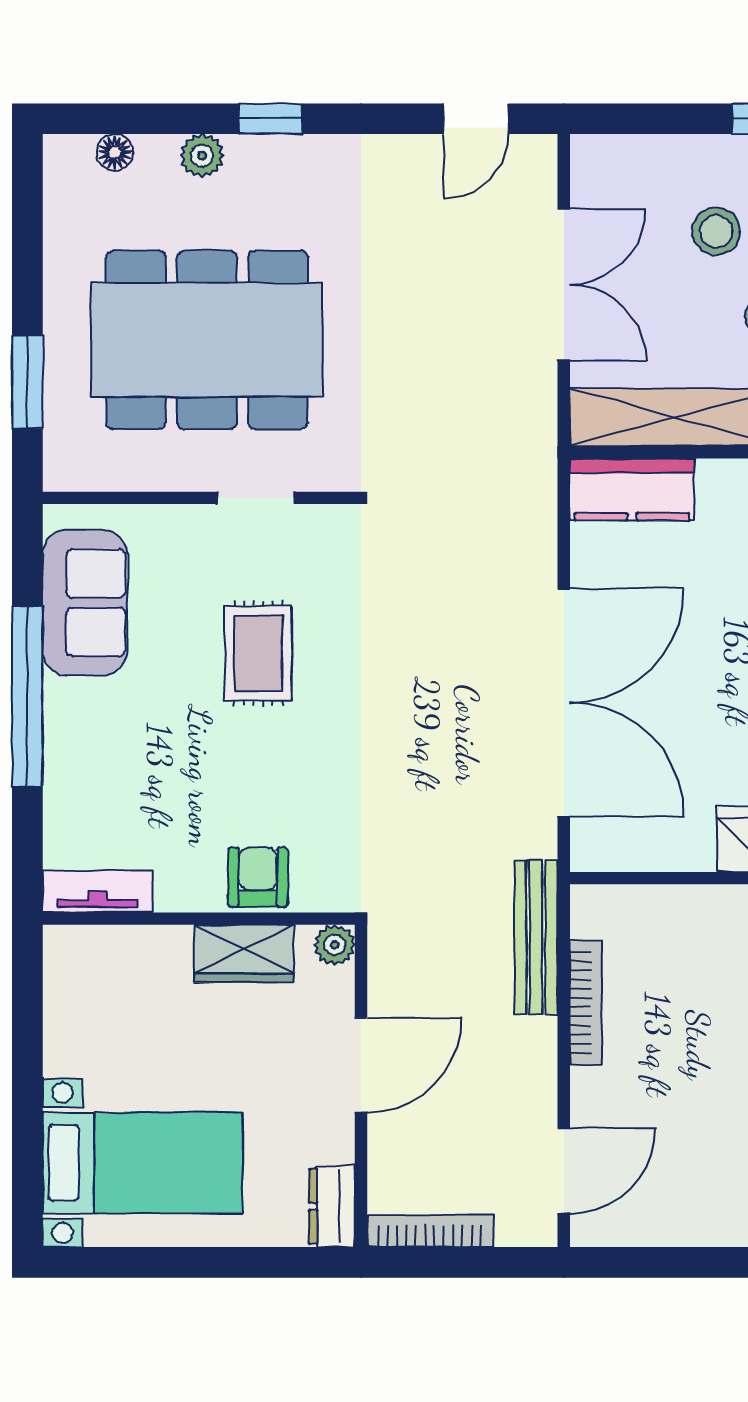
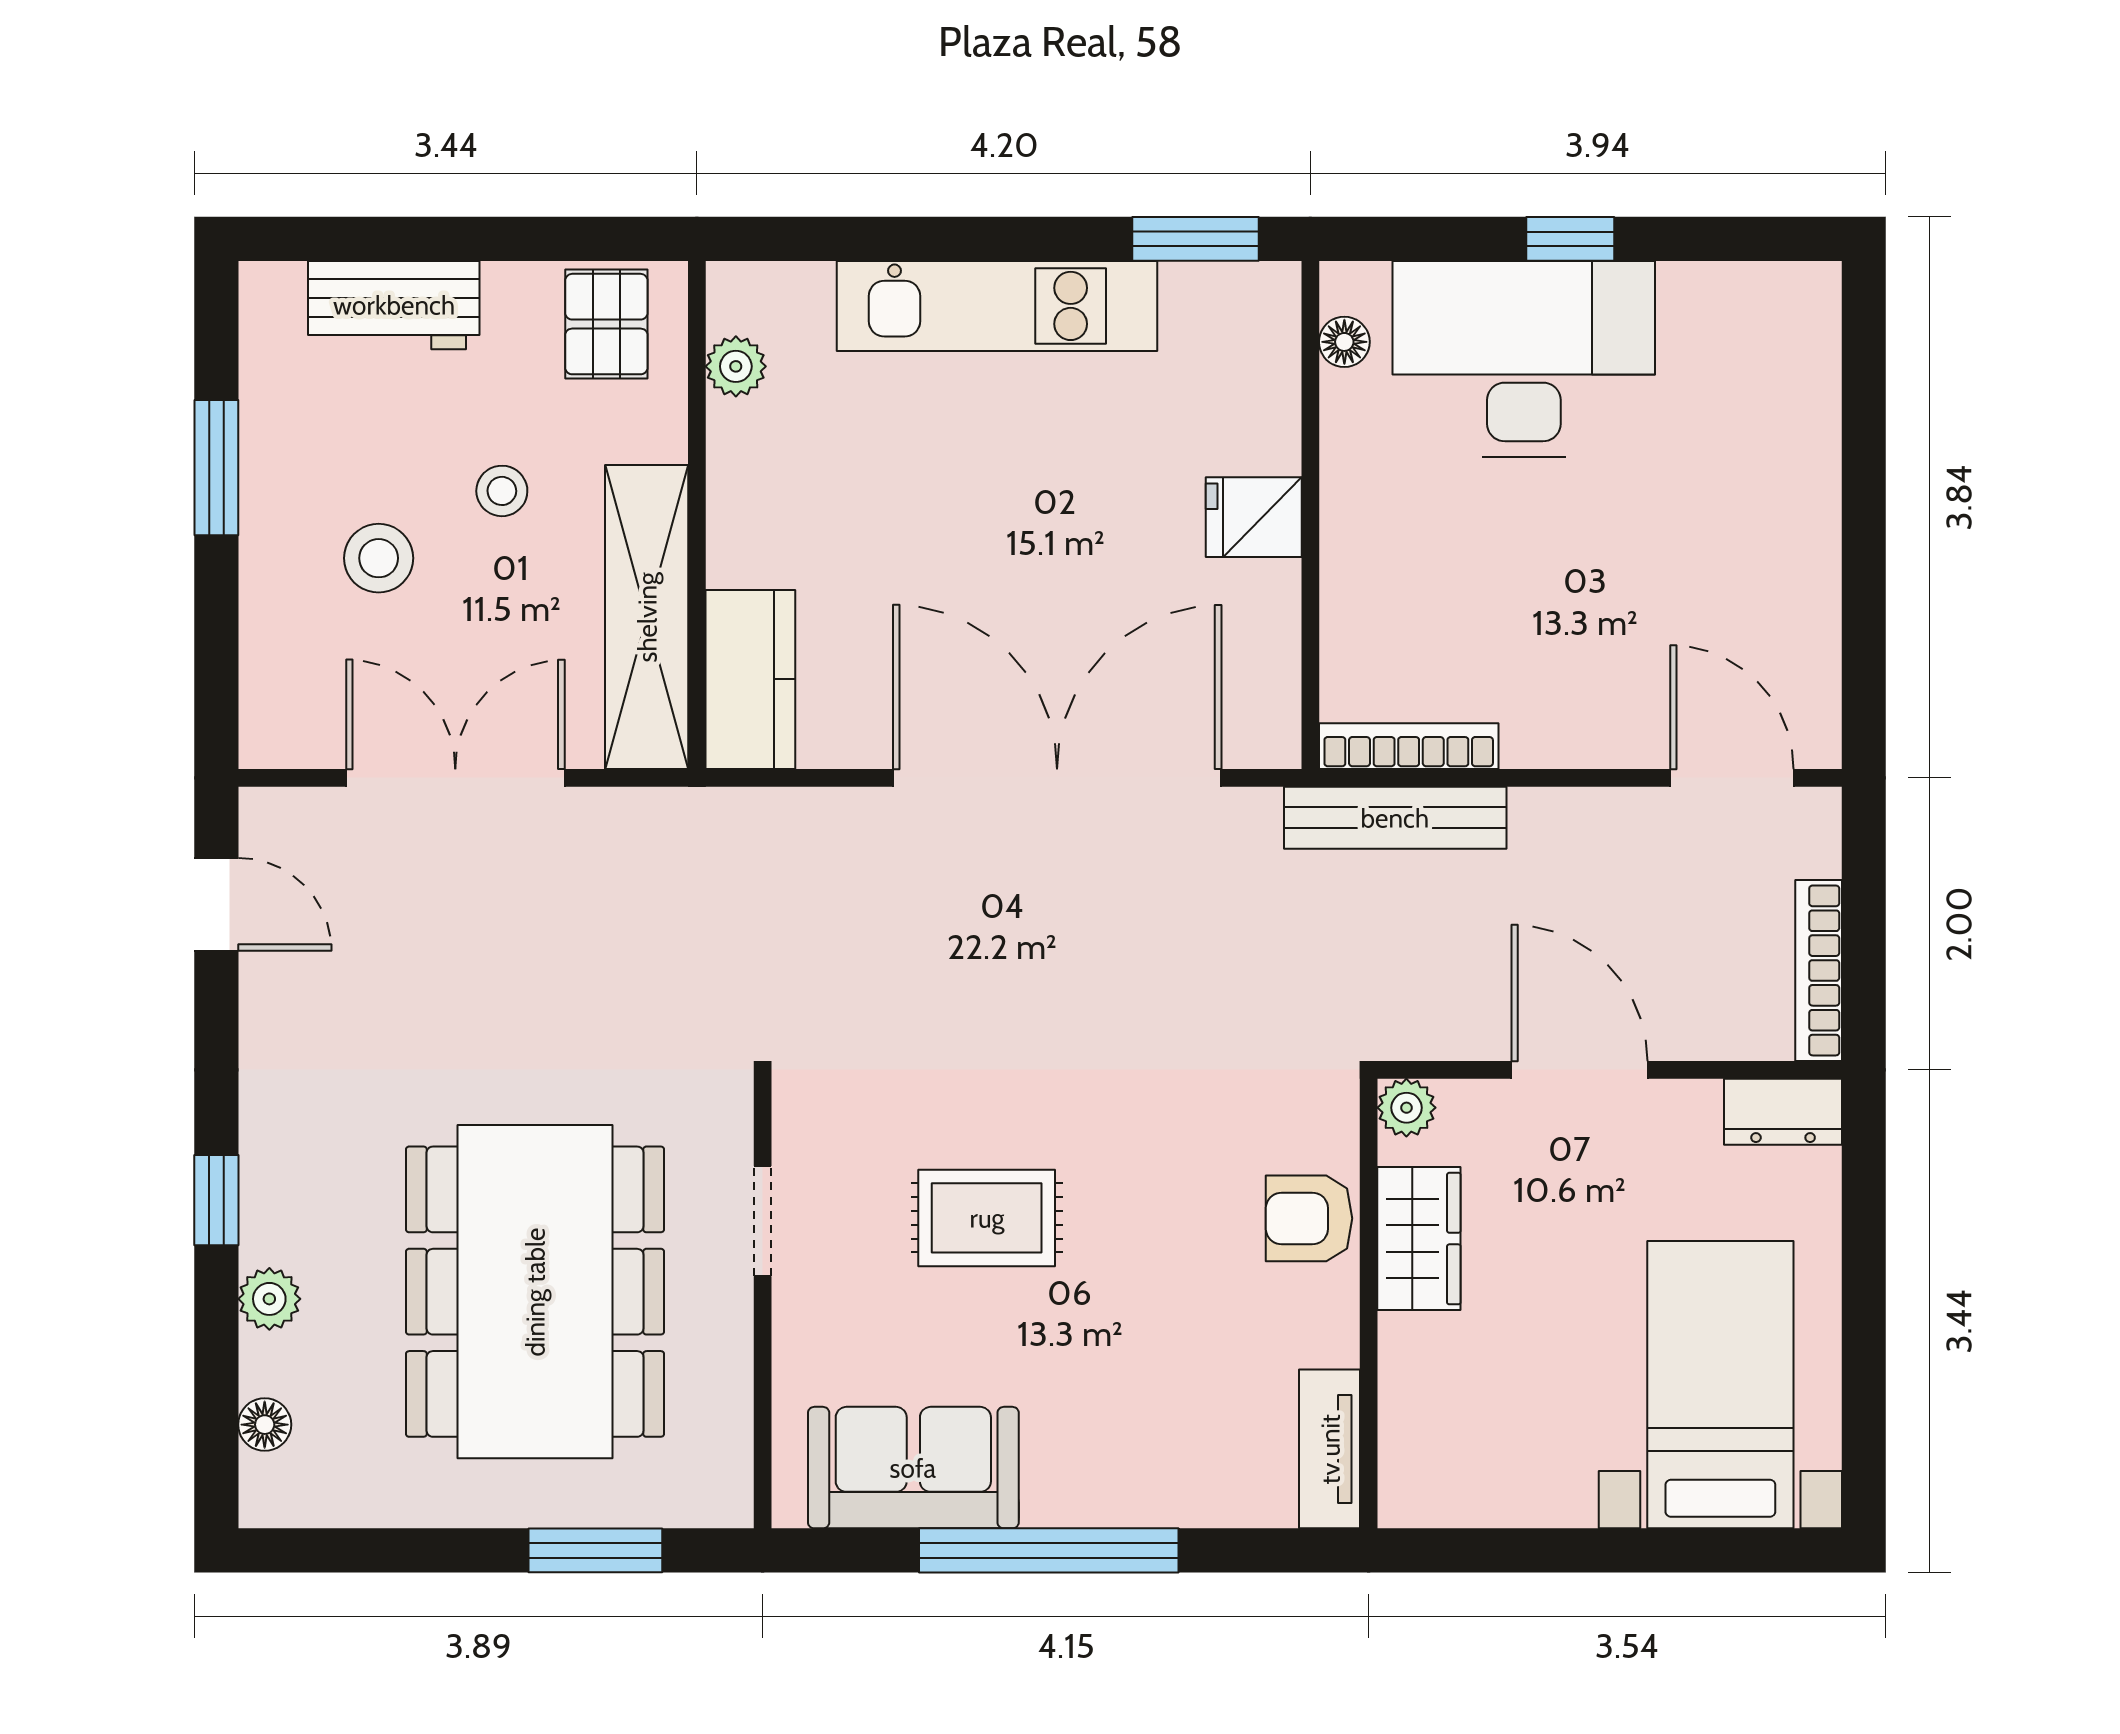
bookcase: (586, 1002) -> (1409, 746), moved

